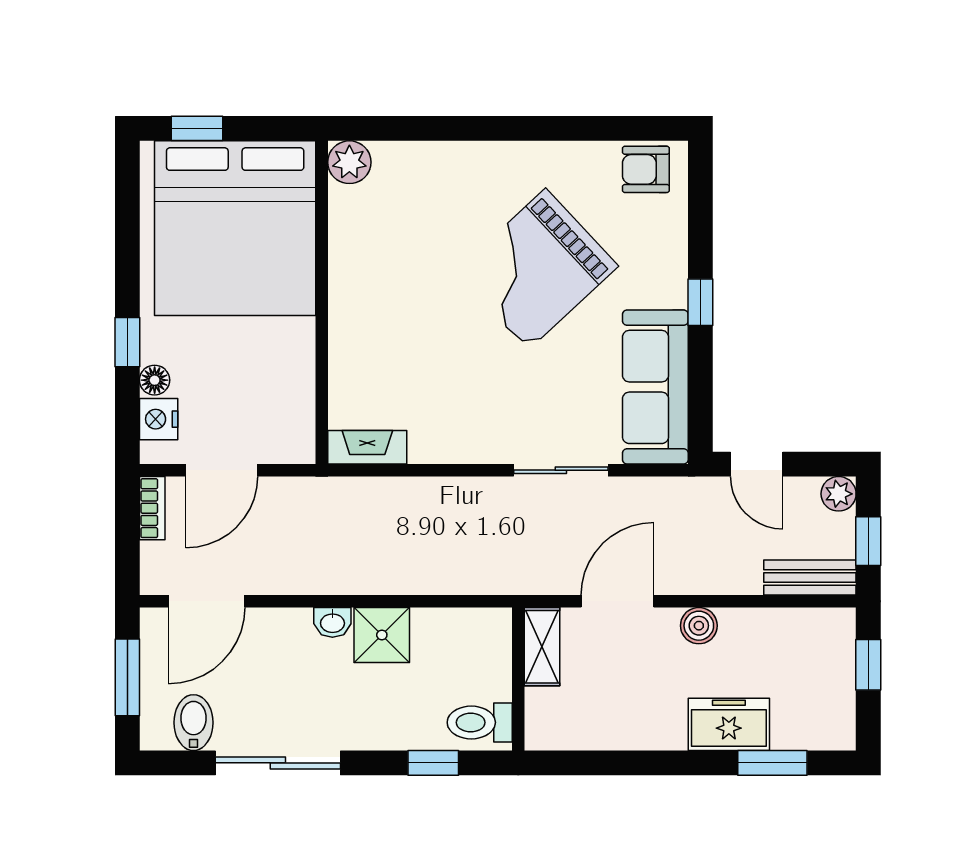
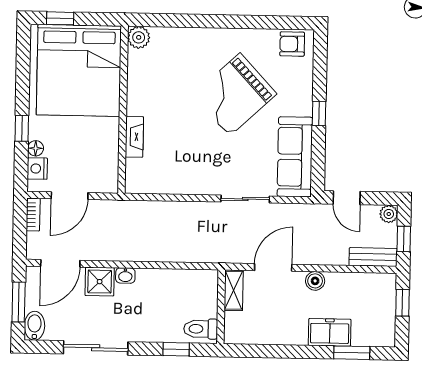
fireplace: (367, 447) -> (134, 137), moved, turned 90
shower: (382, 635) -> (100, 282), moved
bidet: (193, 723) -> (34, 326), moved

